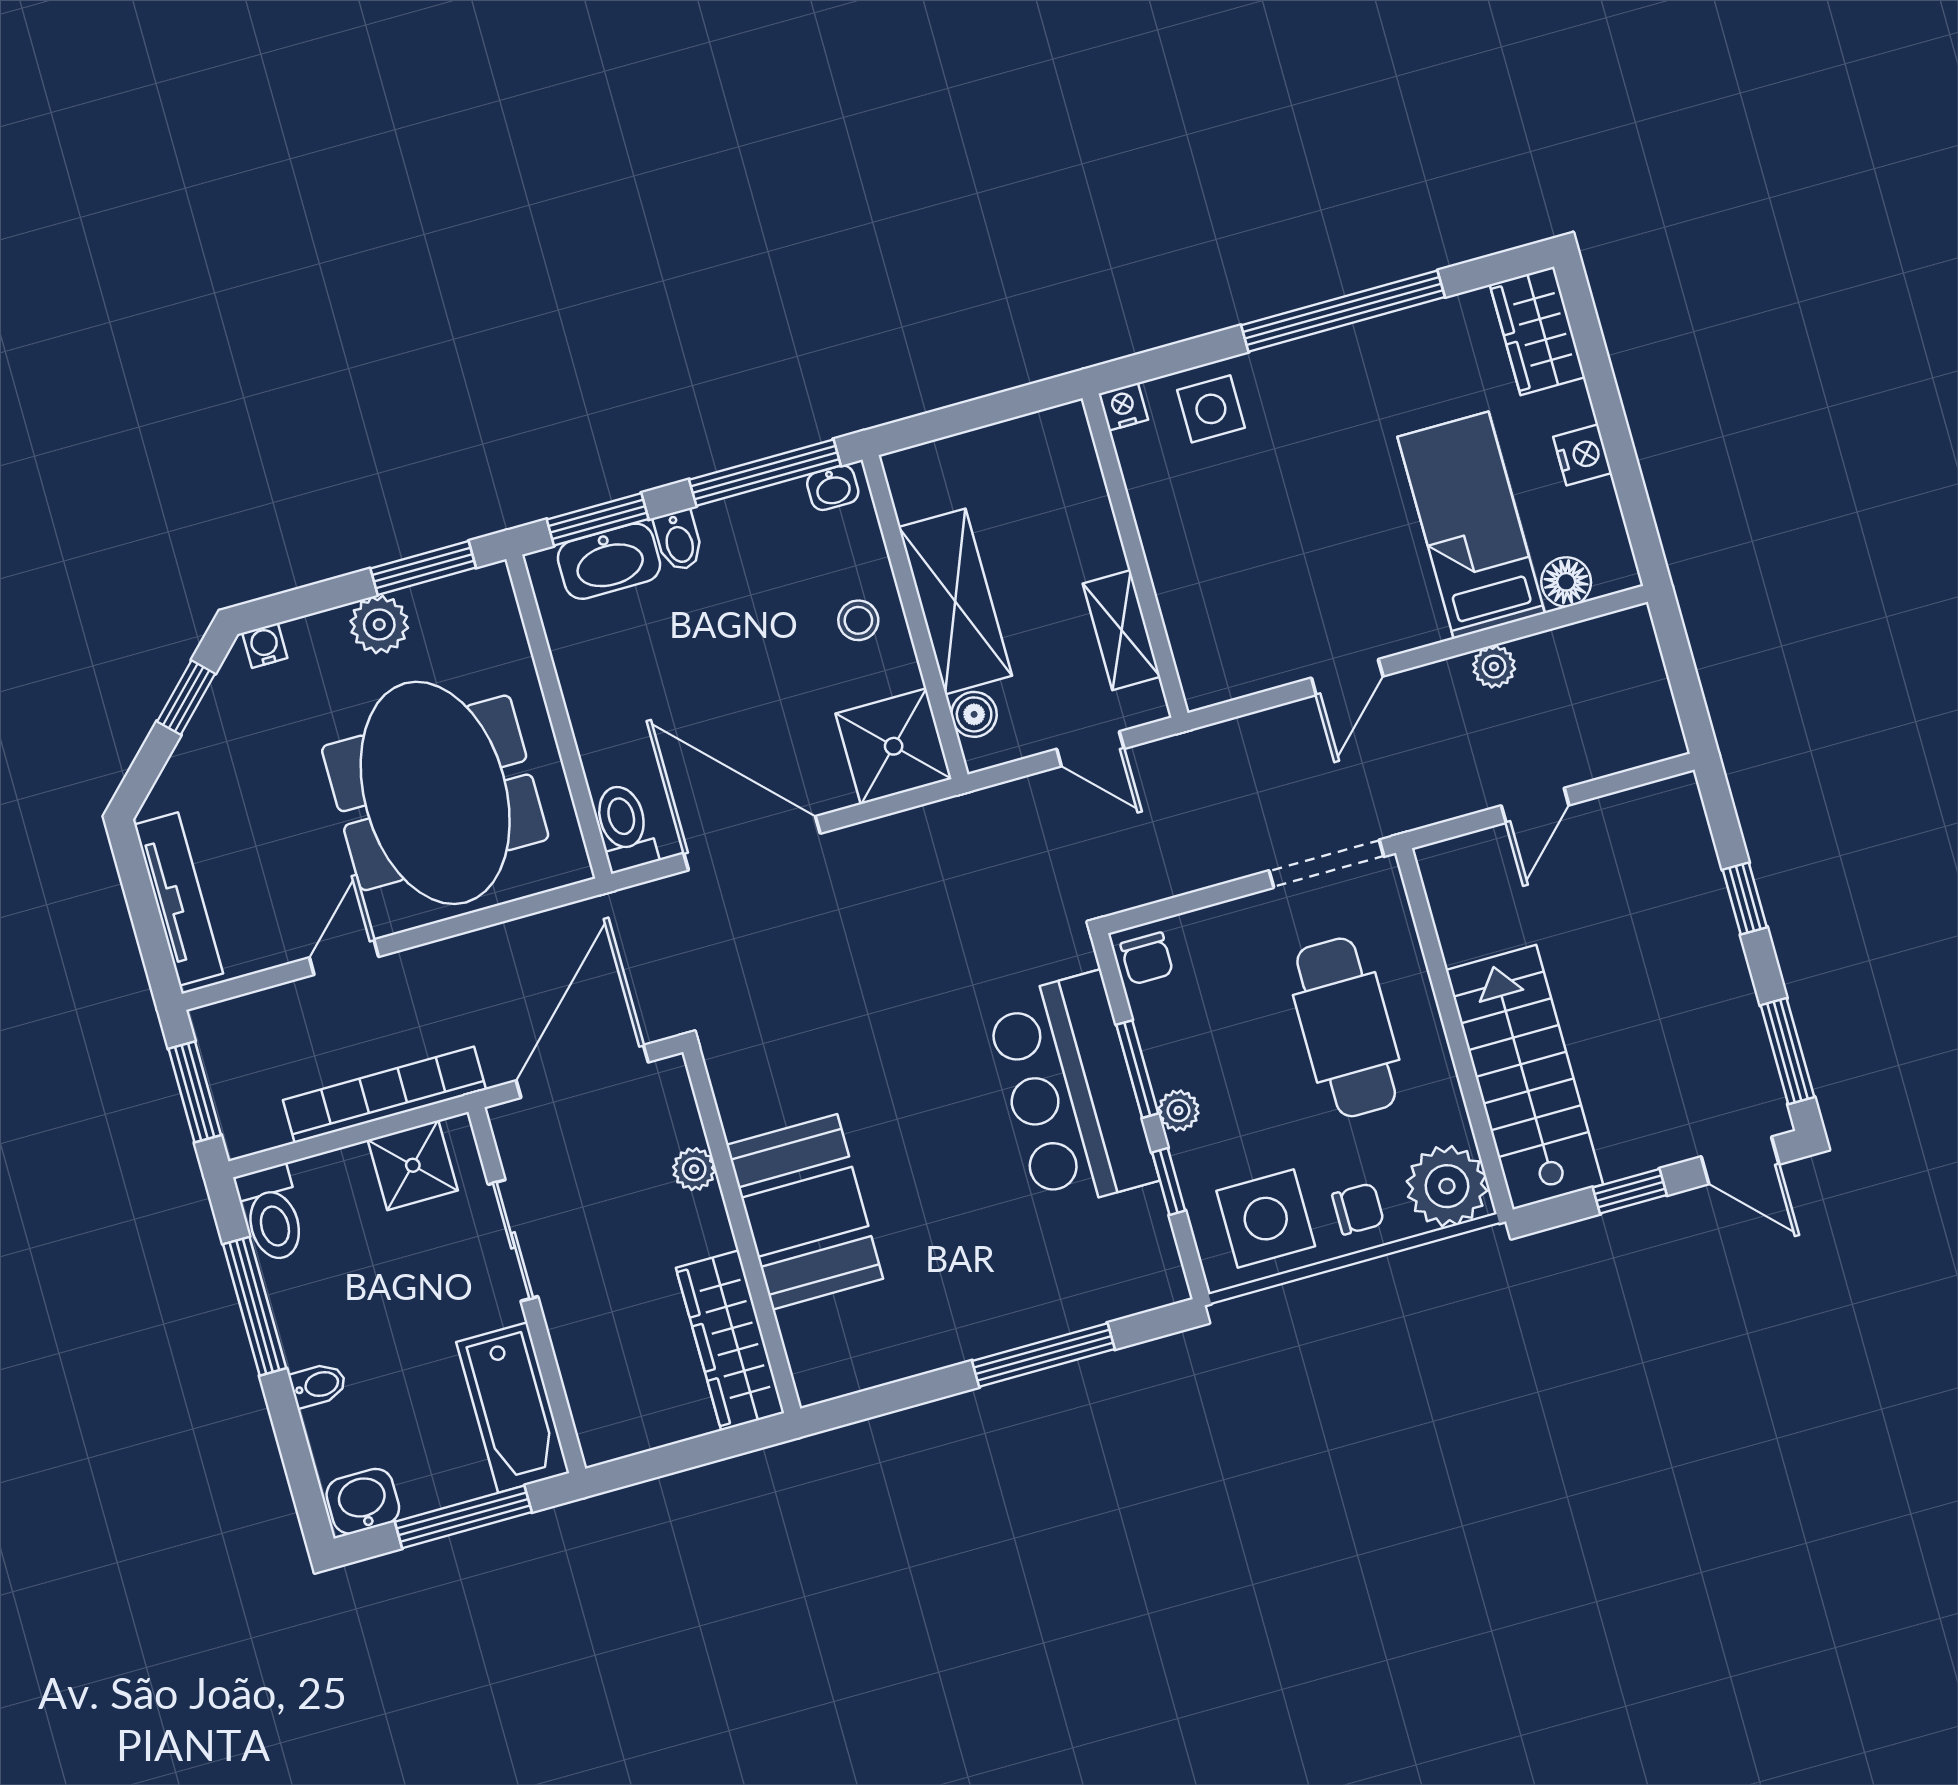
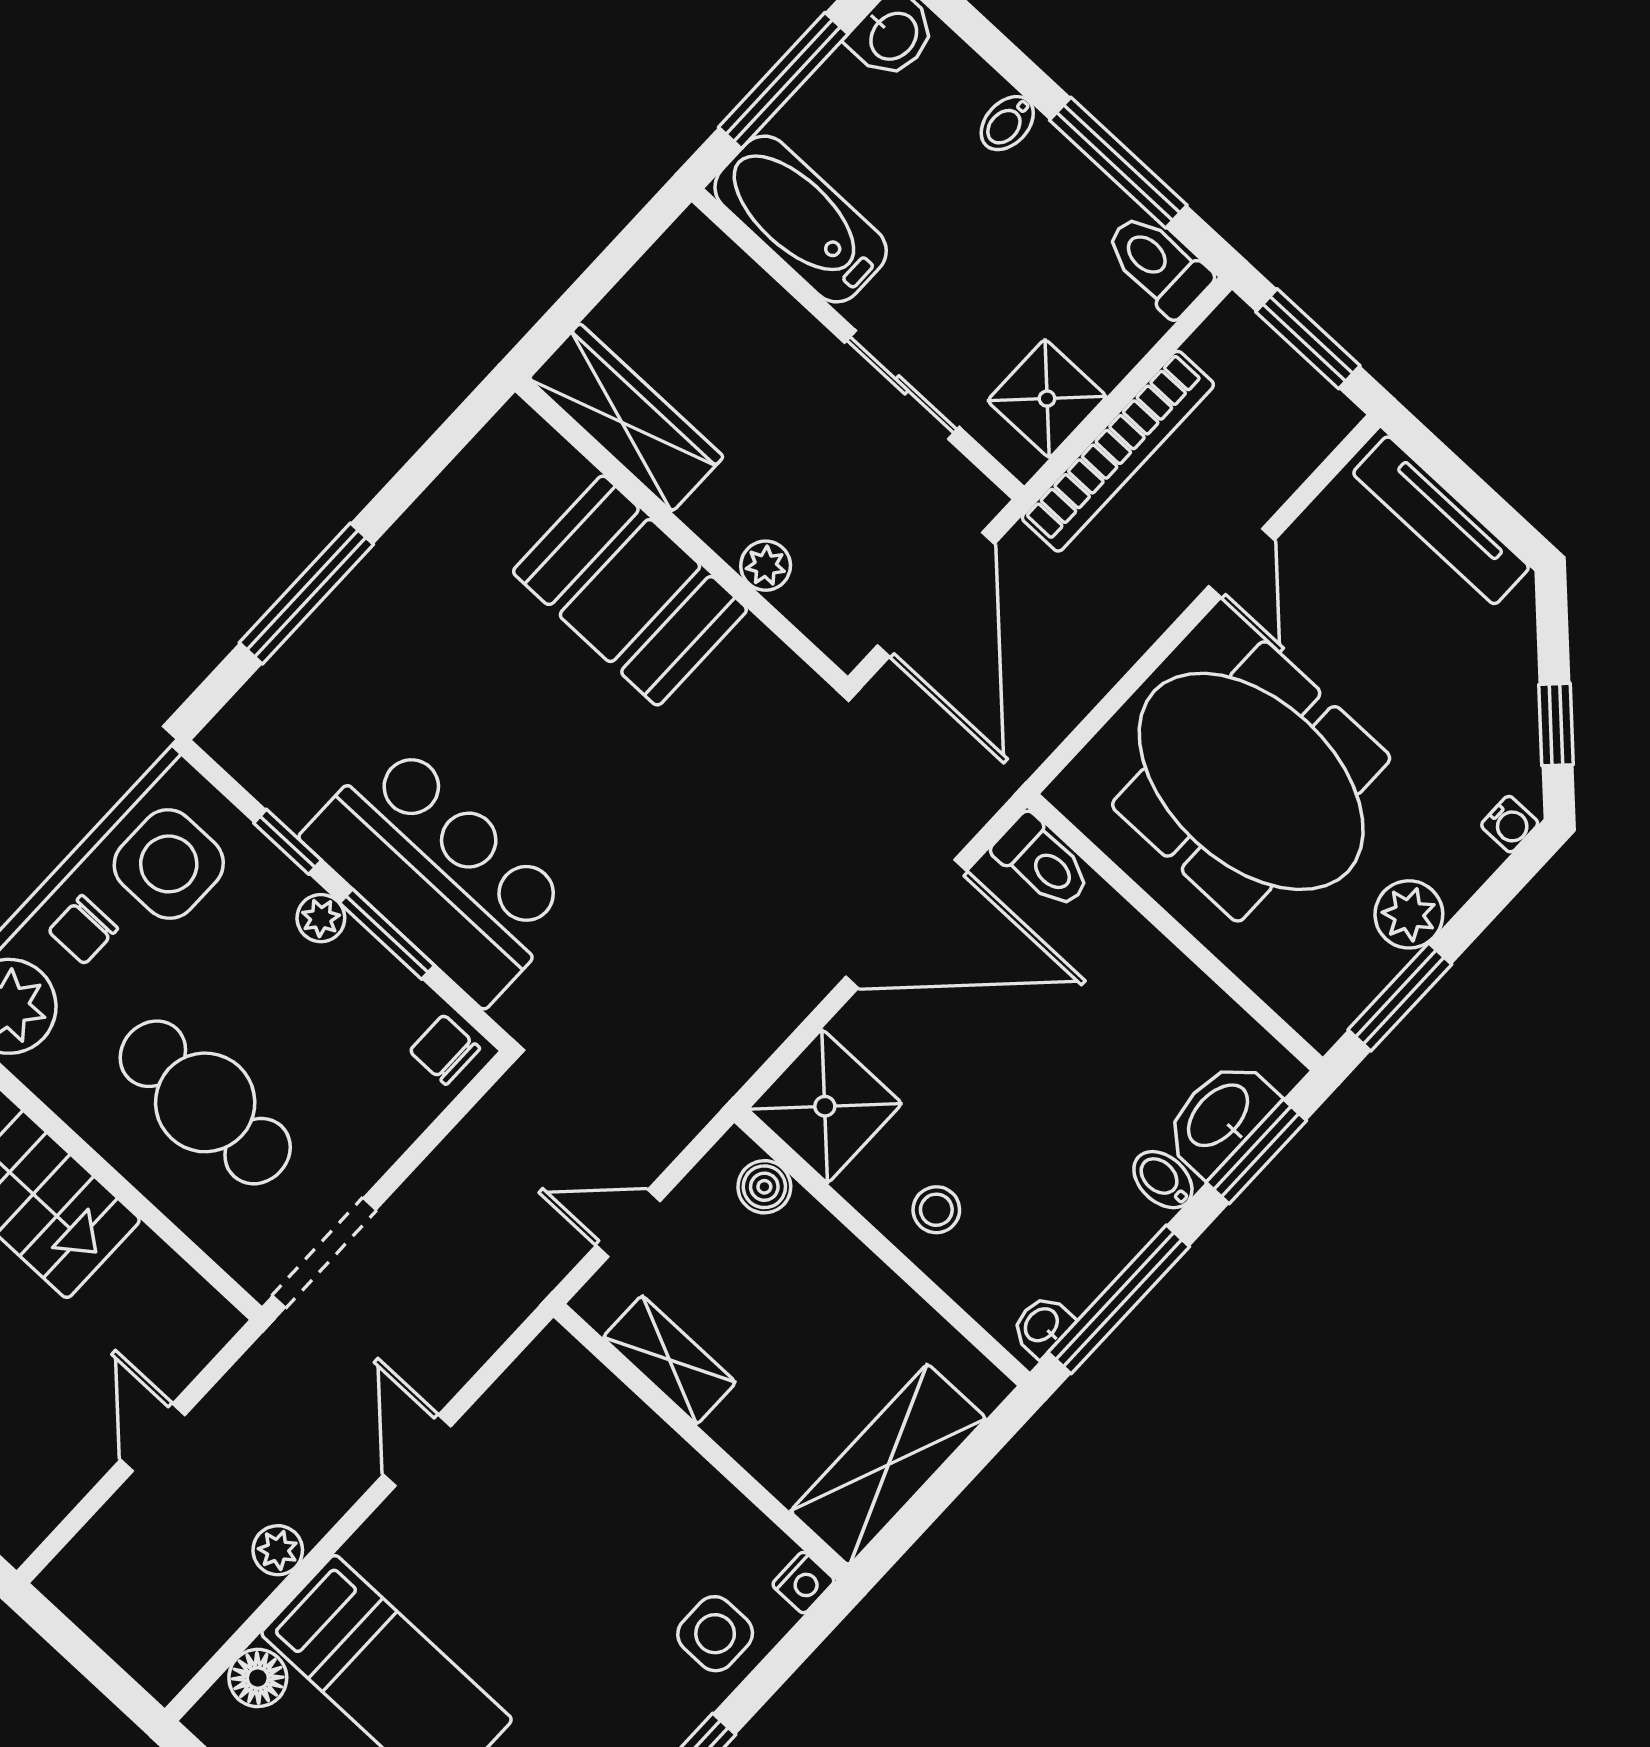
shelving: (955, 601) -> (888, 1465), moved, turned 90

